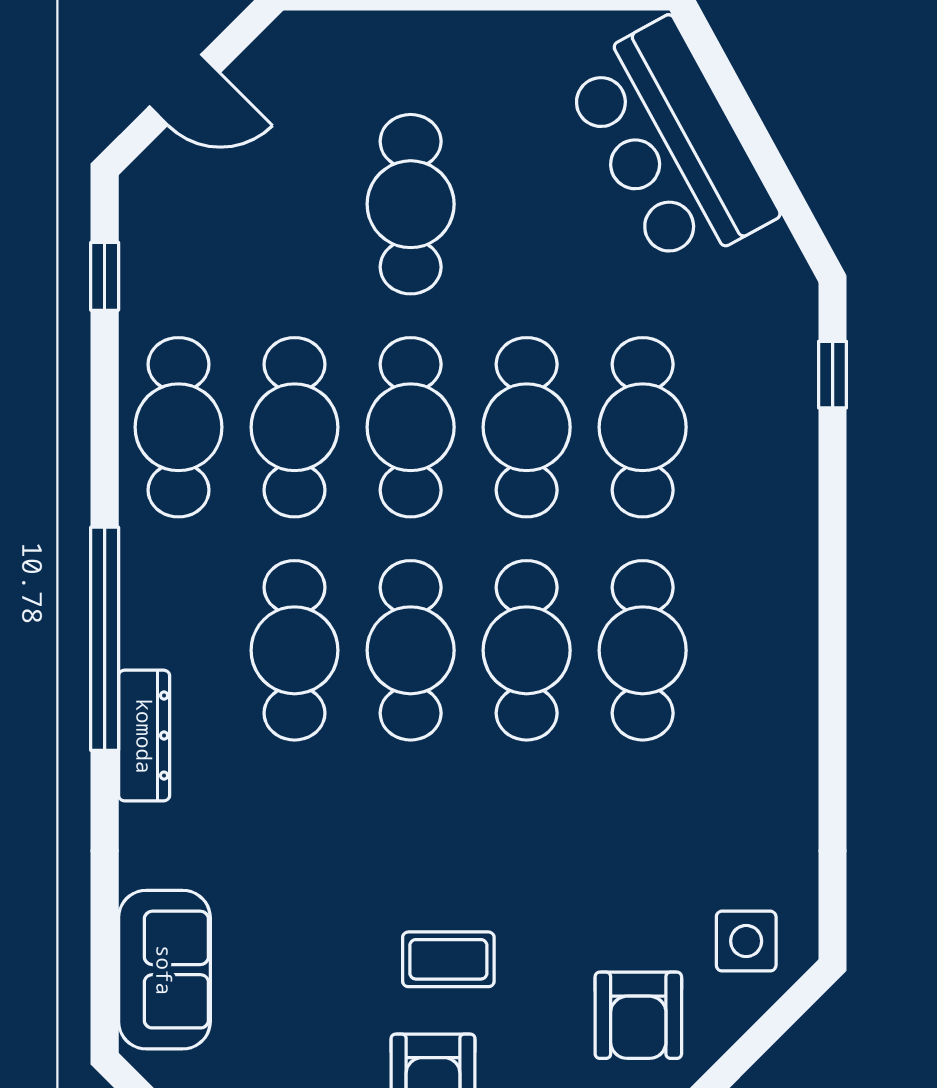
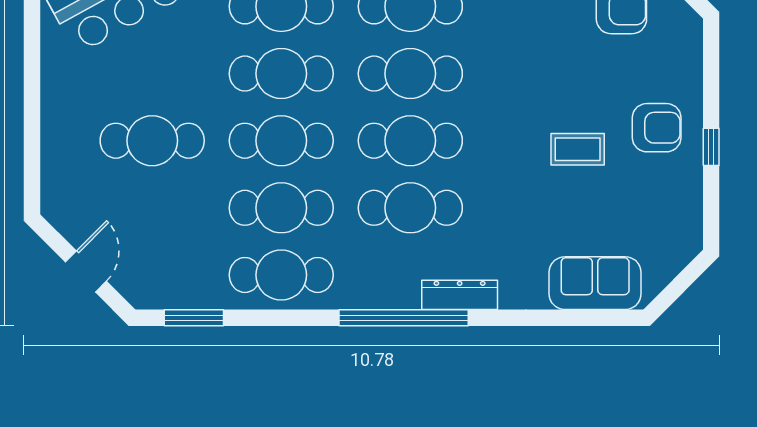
window: (105, 276) -> (194, 318), width x1.50
coffee table: (448, 959) -> (578, 149), moved, turned 90

